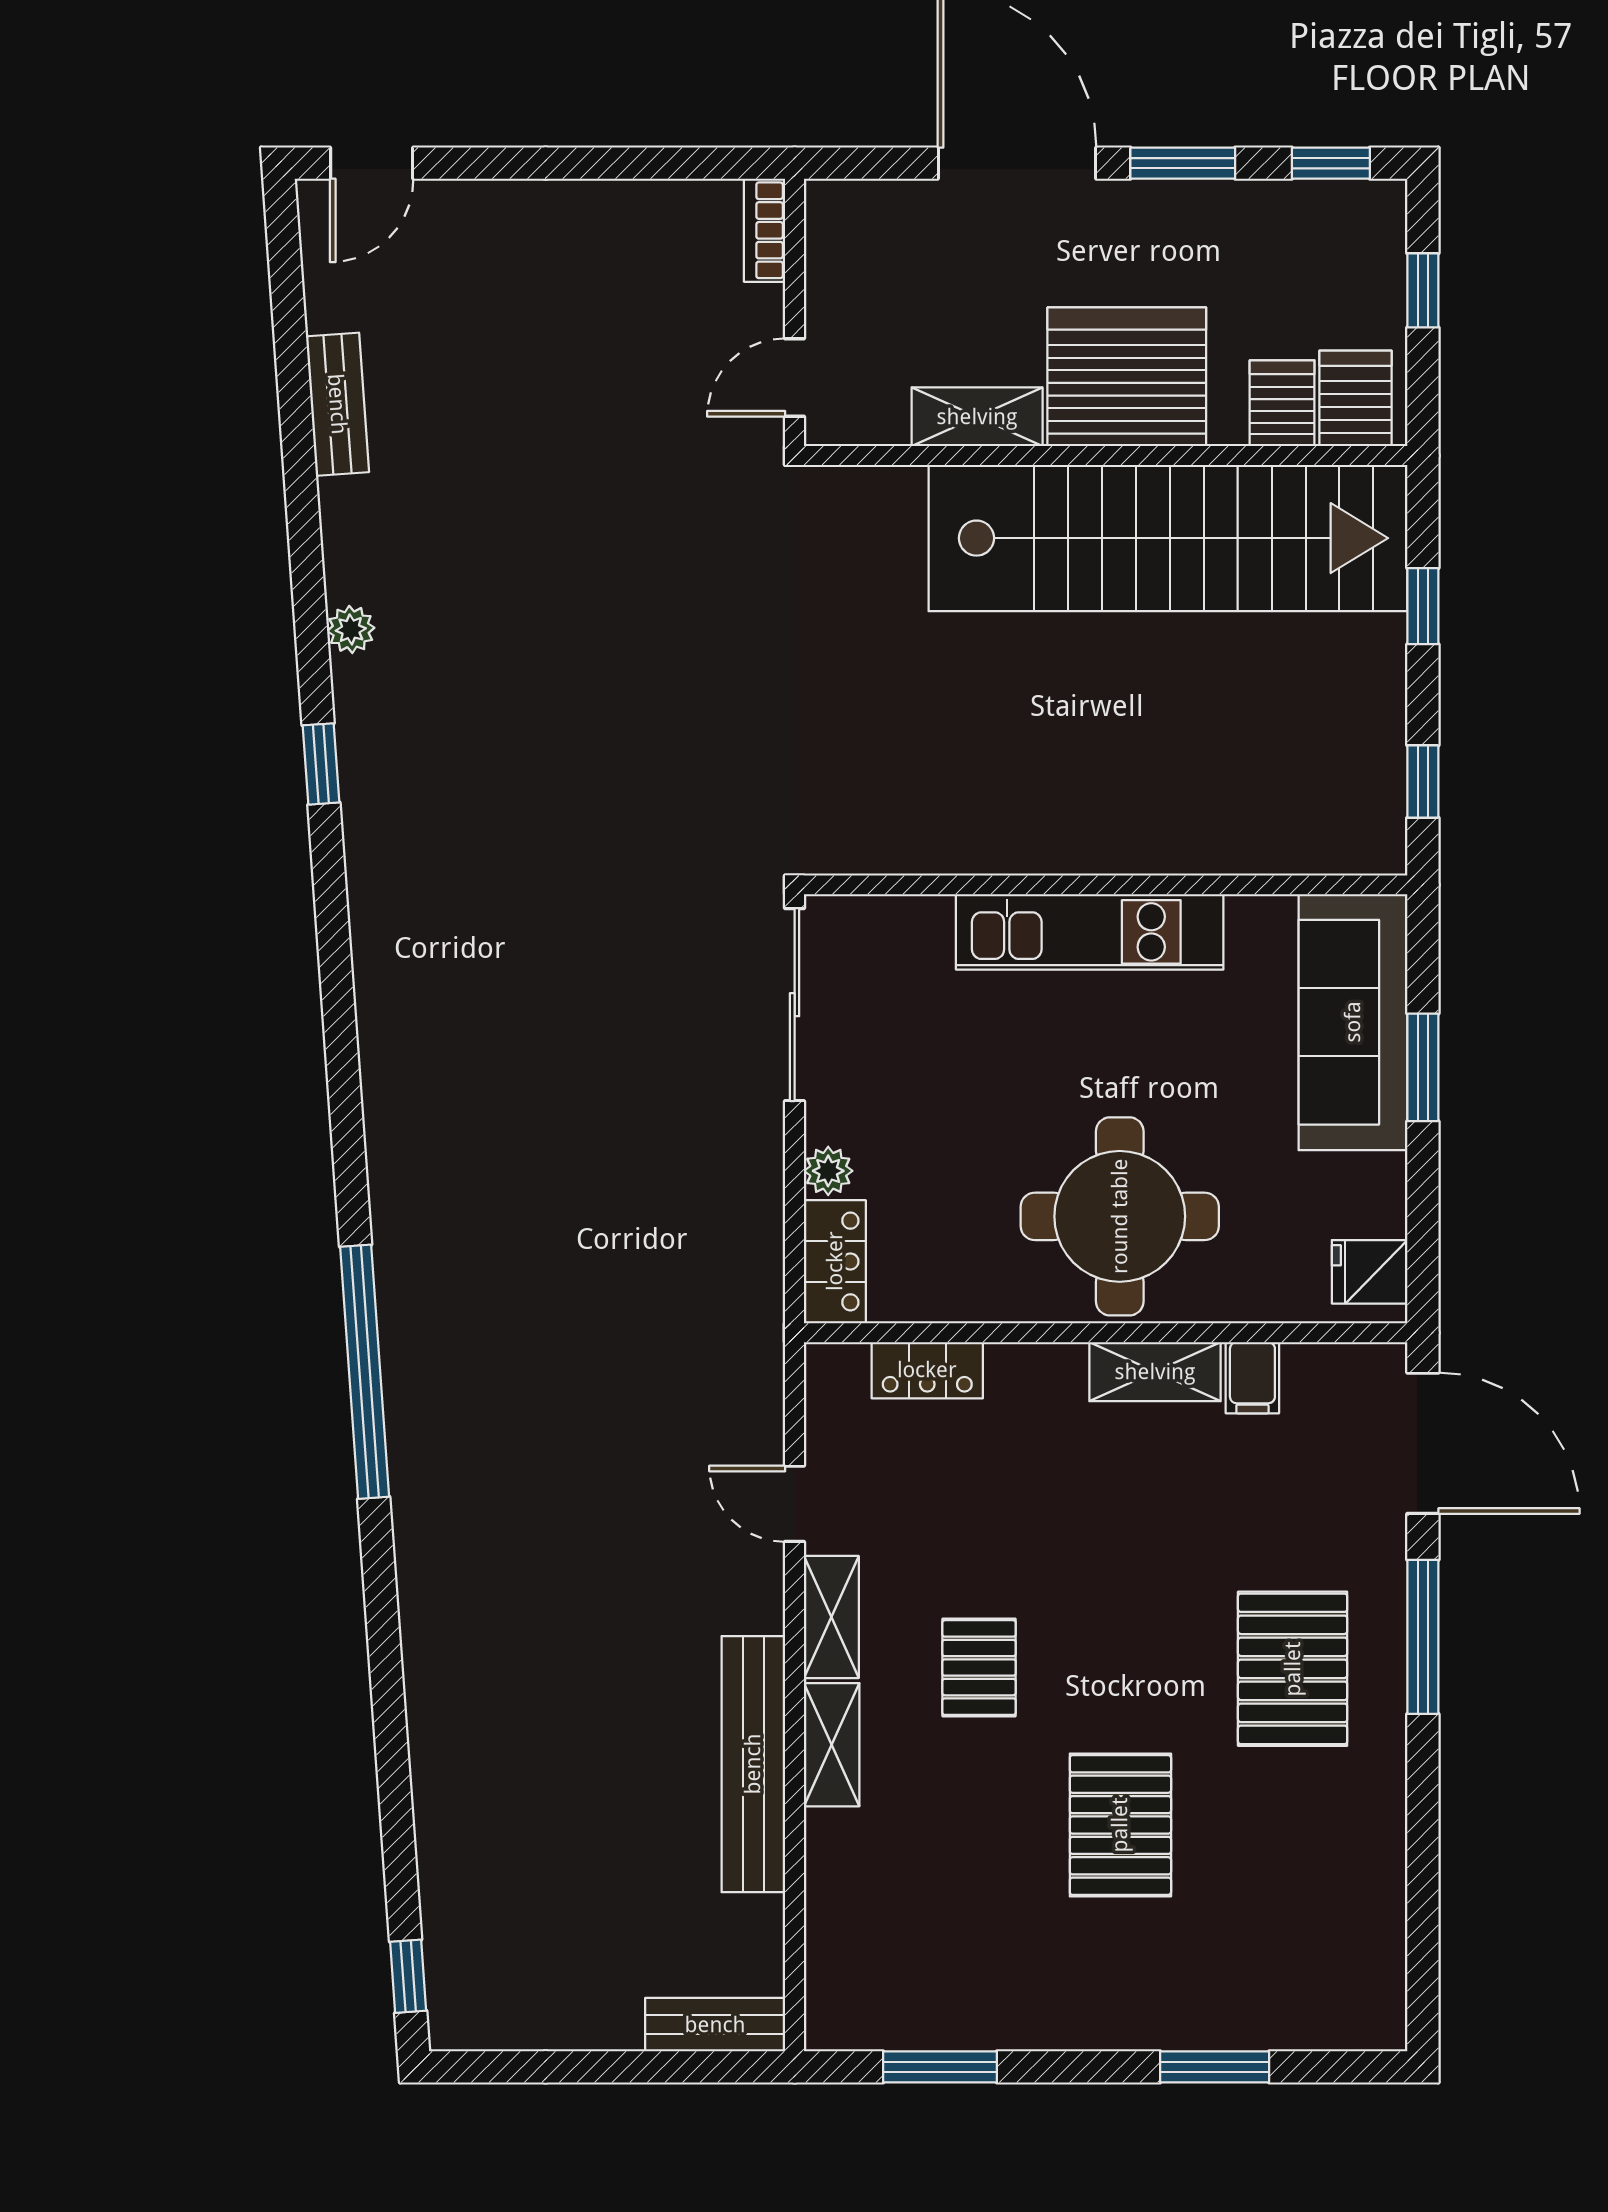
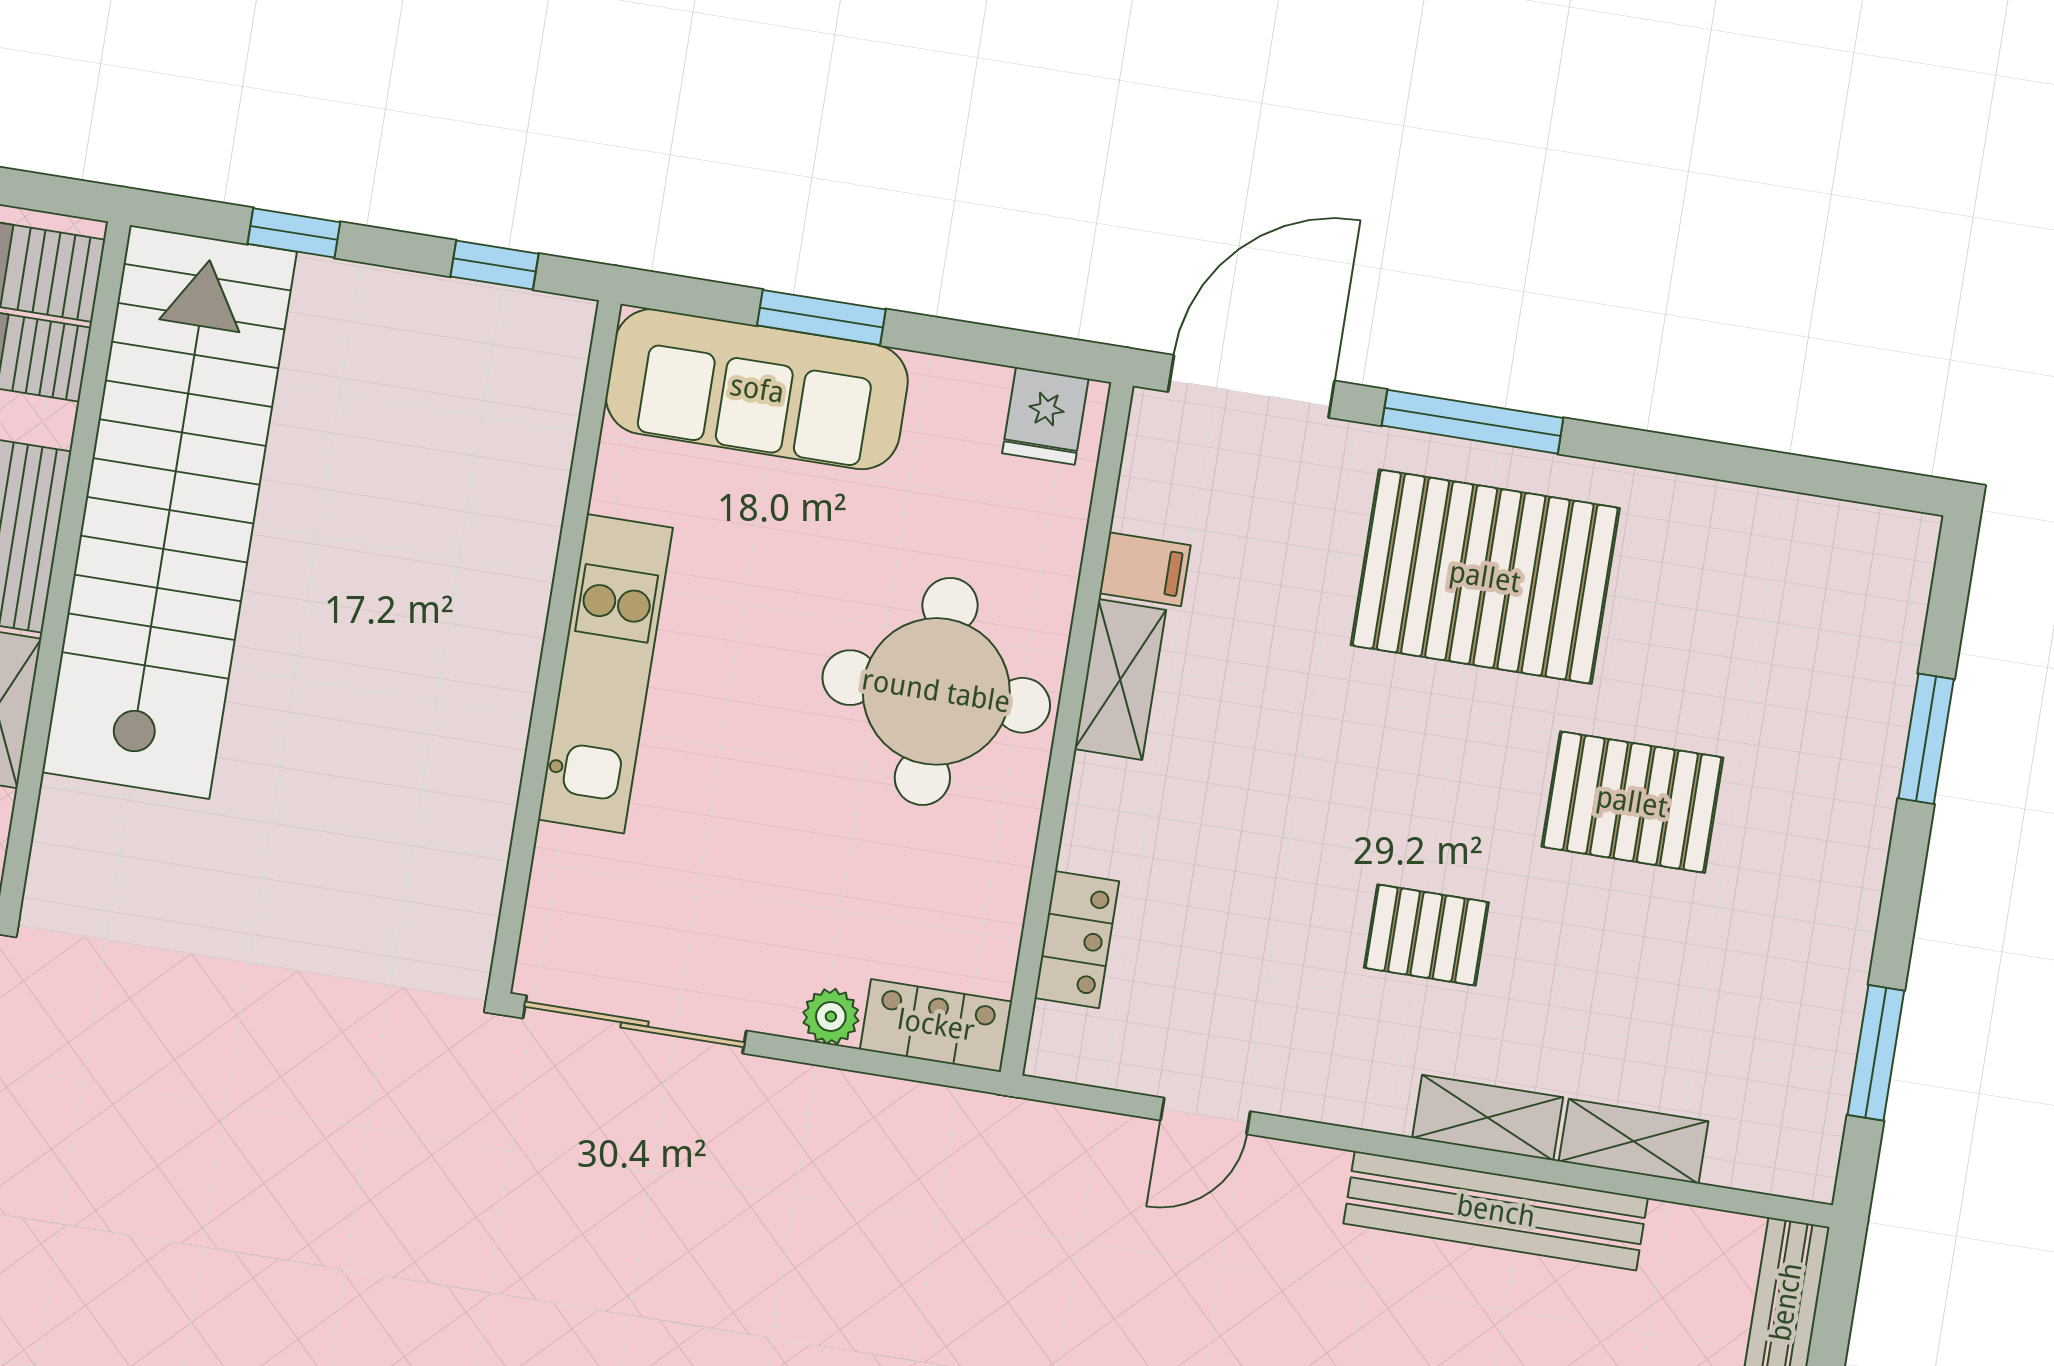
shelving: (831, 1617) -> (1634, 1141), moved
pallet: (1293, 1669) -> (1485, 577), width x1.37, depth x1.41

